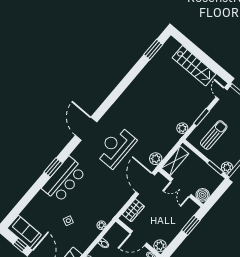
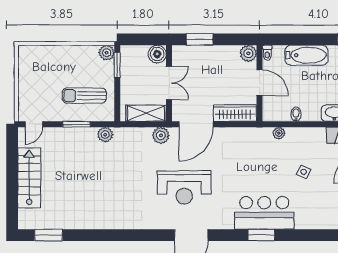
wardrobe: (133, 210) -> (235, 113), width x1.50

